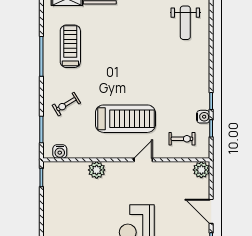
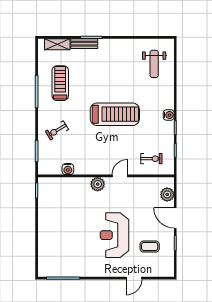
water cooler: (203, 117) -> (169, 115), moved
treadmill: (125, 119) -> (115, 114), moved
water cooler: (60, 152) -> (68, 169), moved
plant: (97, 170) -> (98, 184), moved
plant: (201, 170) -> (167, 194), moved

